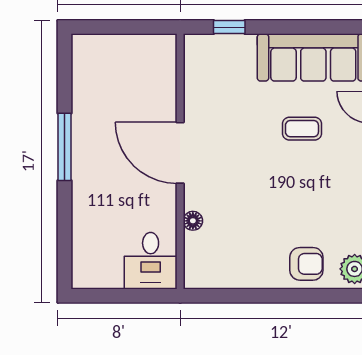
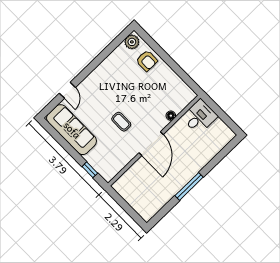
coffee table: (302, 129) -> (121, 122), moved
armchair: (306, 264) -> (147, 61), turned 180

